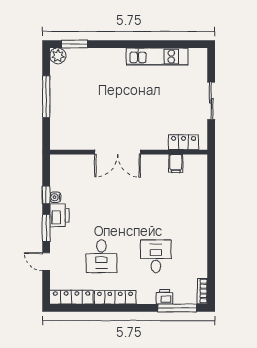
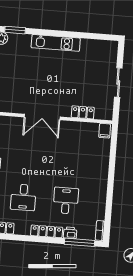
kitchen unit: (157, 57) -> (56, 43), moved
locker: (184, 142) -> (83, 112), moved
filing cabinet: (176, 163) -> (105, 131), moved
locker: (115, 297) -> (47, 231), moved

